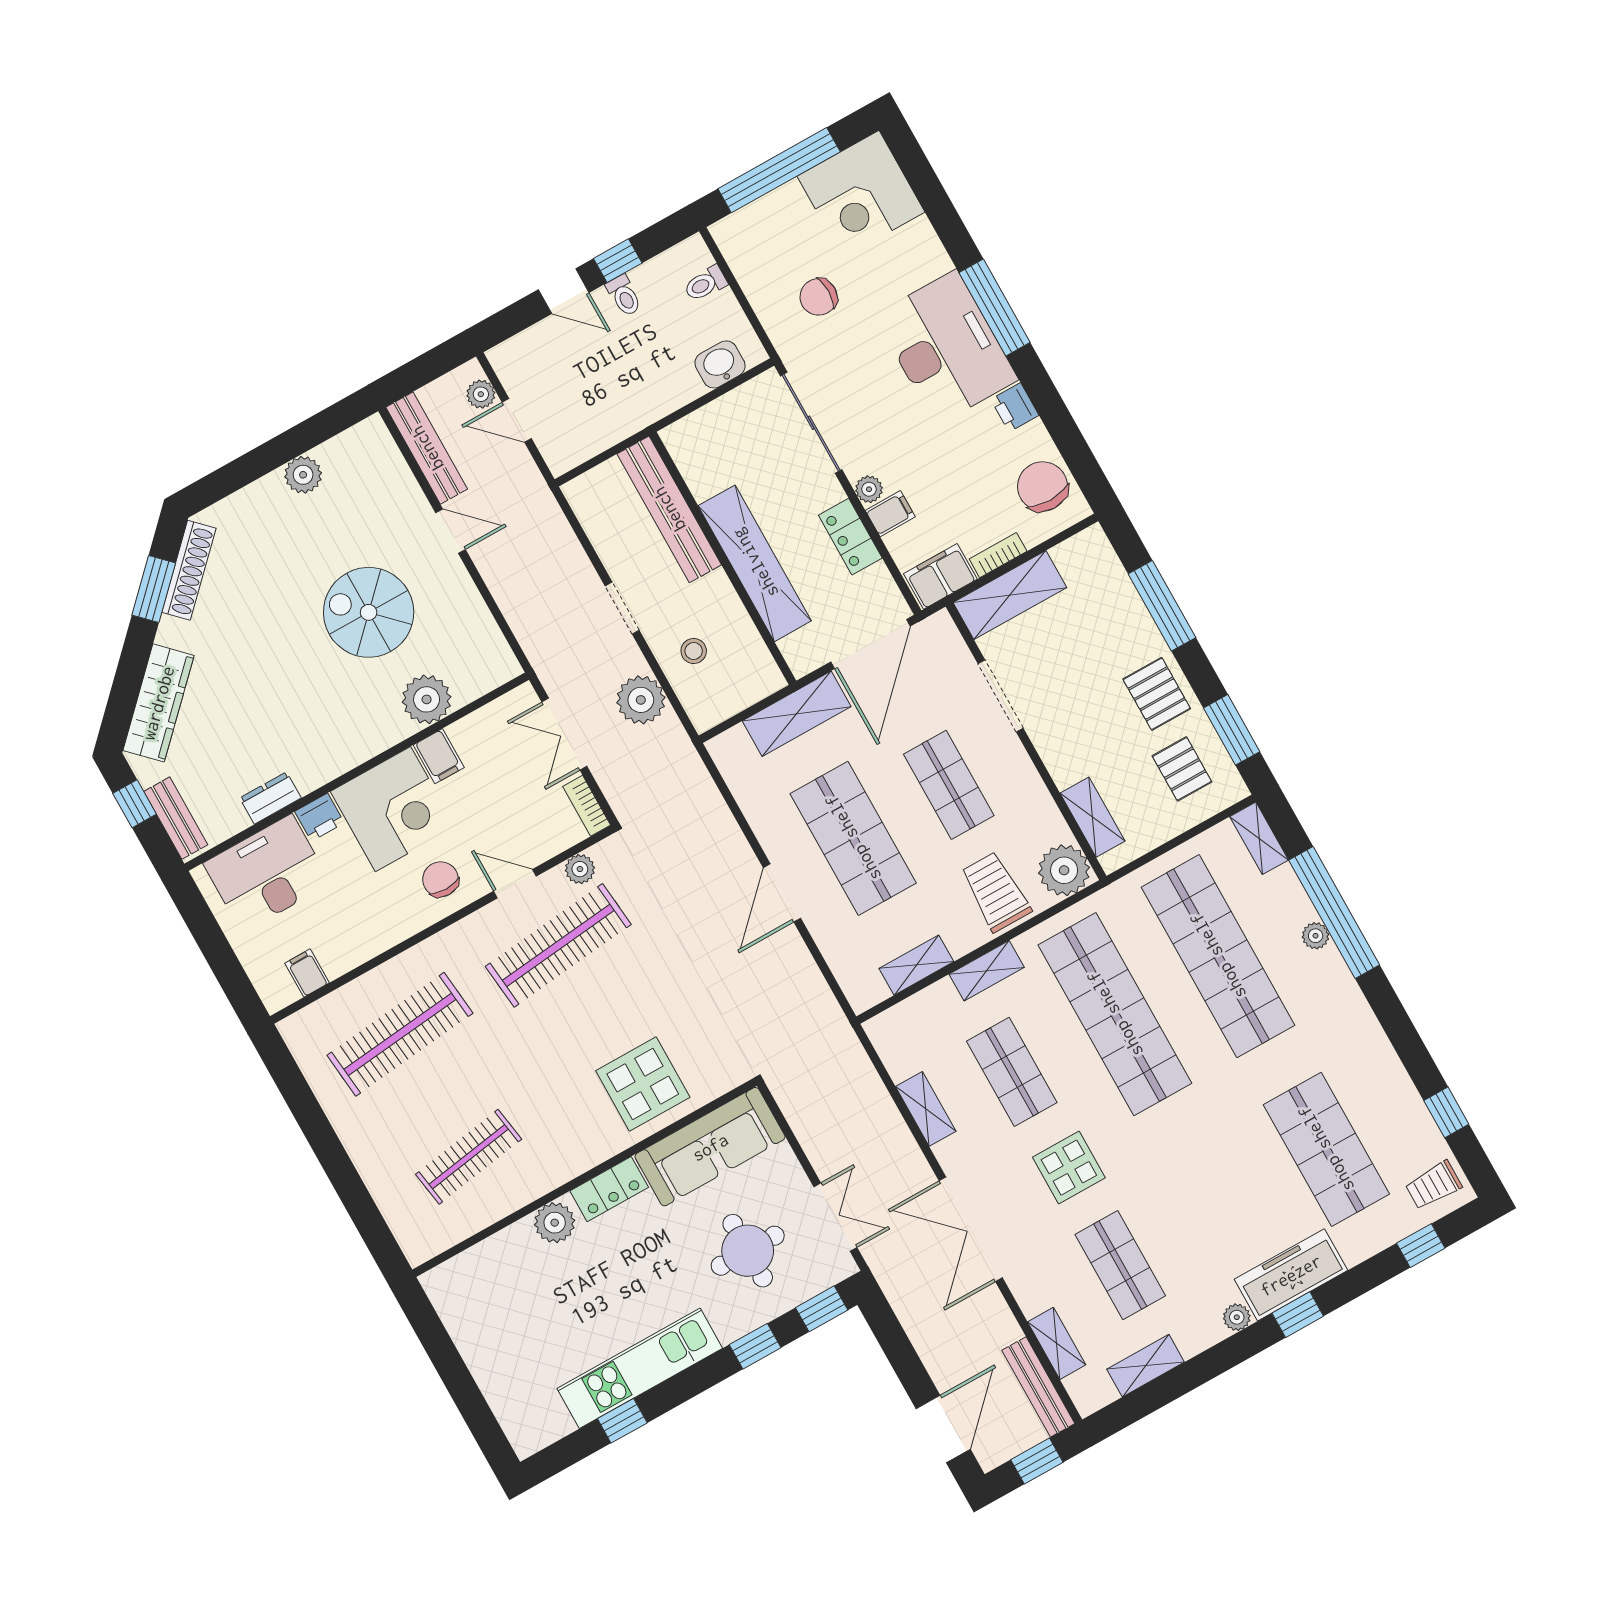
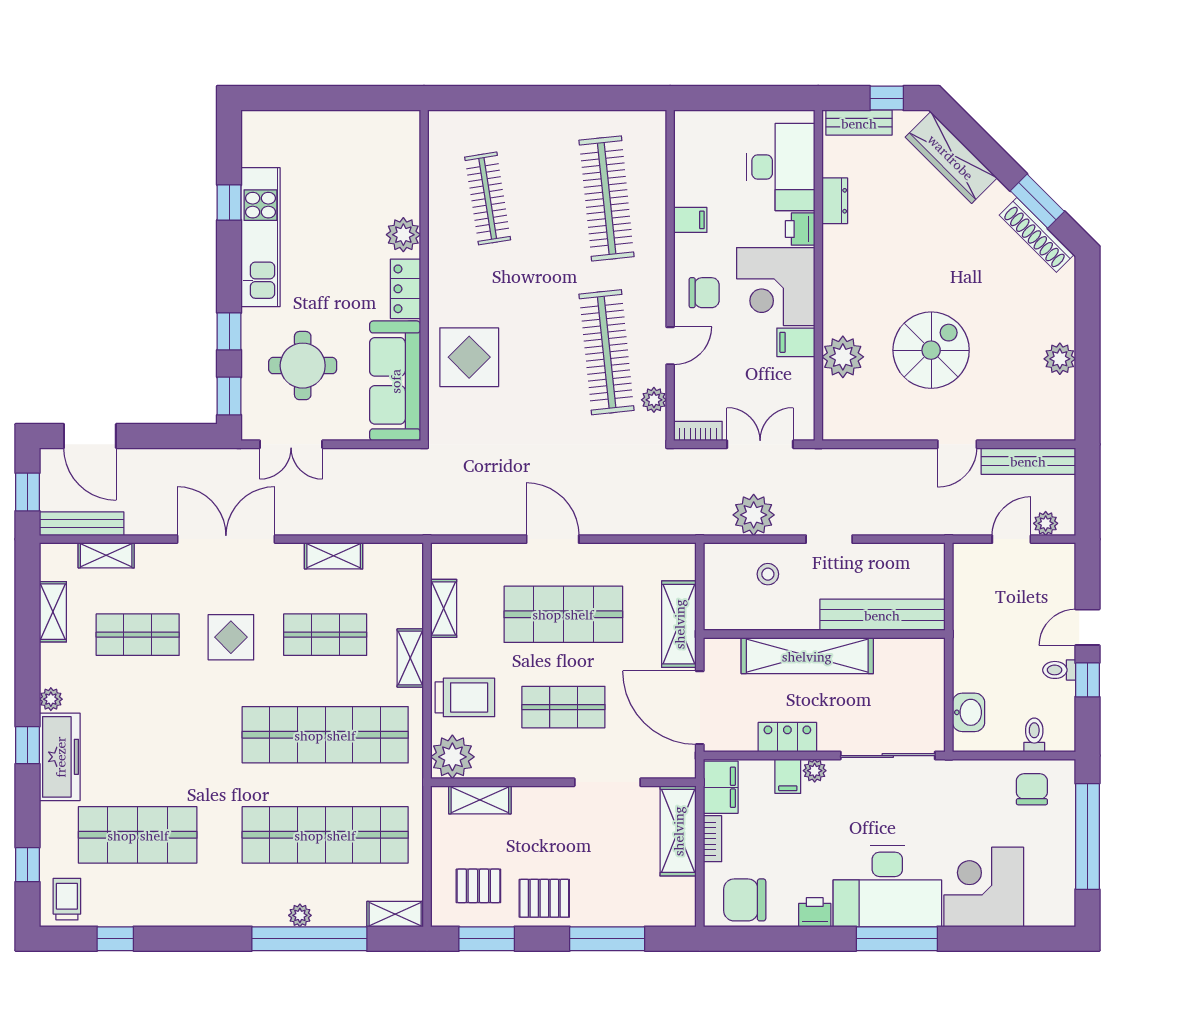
corner desk: (861, 194) -> (984, 887), moved
chair: (819, 297) -> (1032, 789), moved
chair: (1043, 486) -> (745, 900), turned 180
filing cabinet: (307, 973) -> (690, 220), moved

